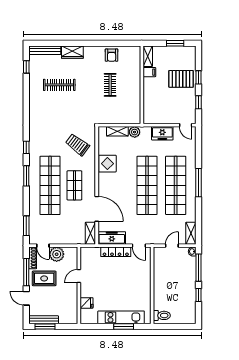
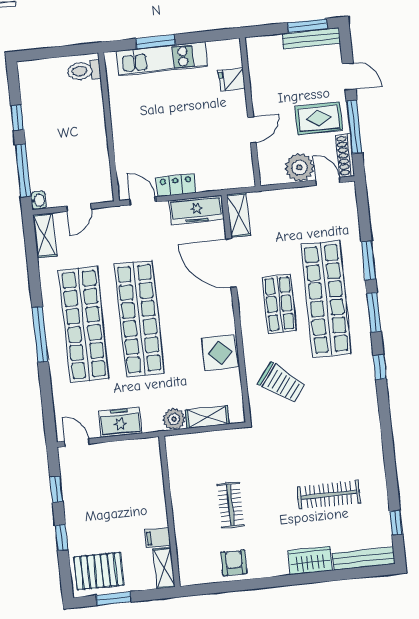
pallet: (181, 79) -> (99, 571), moved
window: (26, 226) -> (368, 260), moved
locker: (116, 252) -> (176, 185), width x0.66

